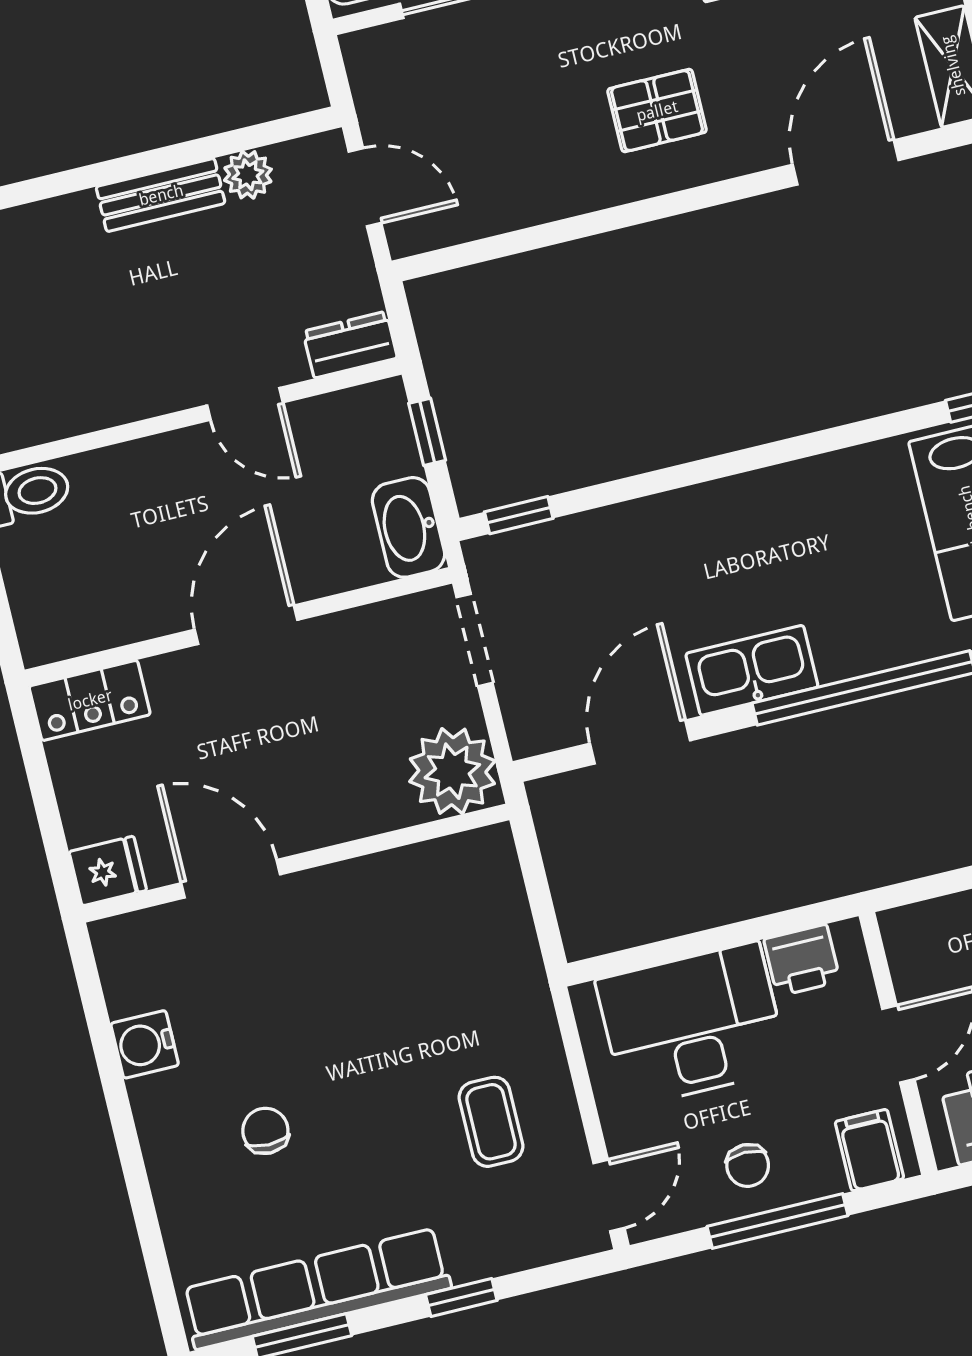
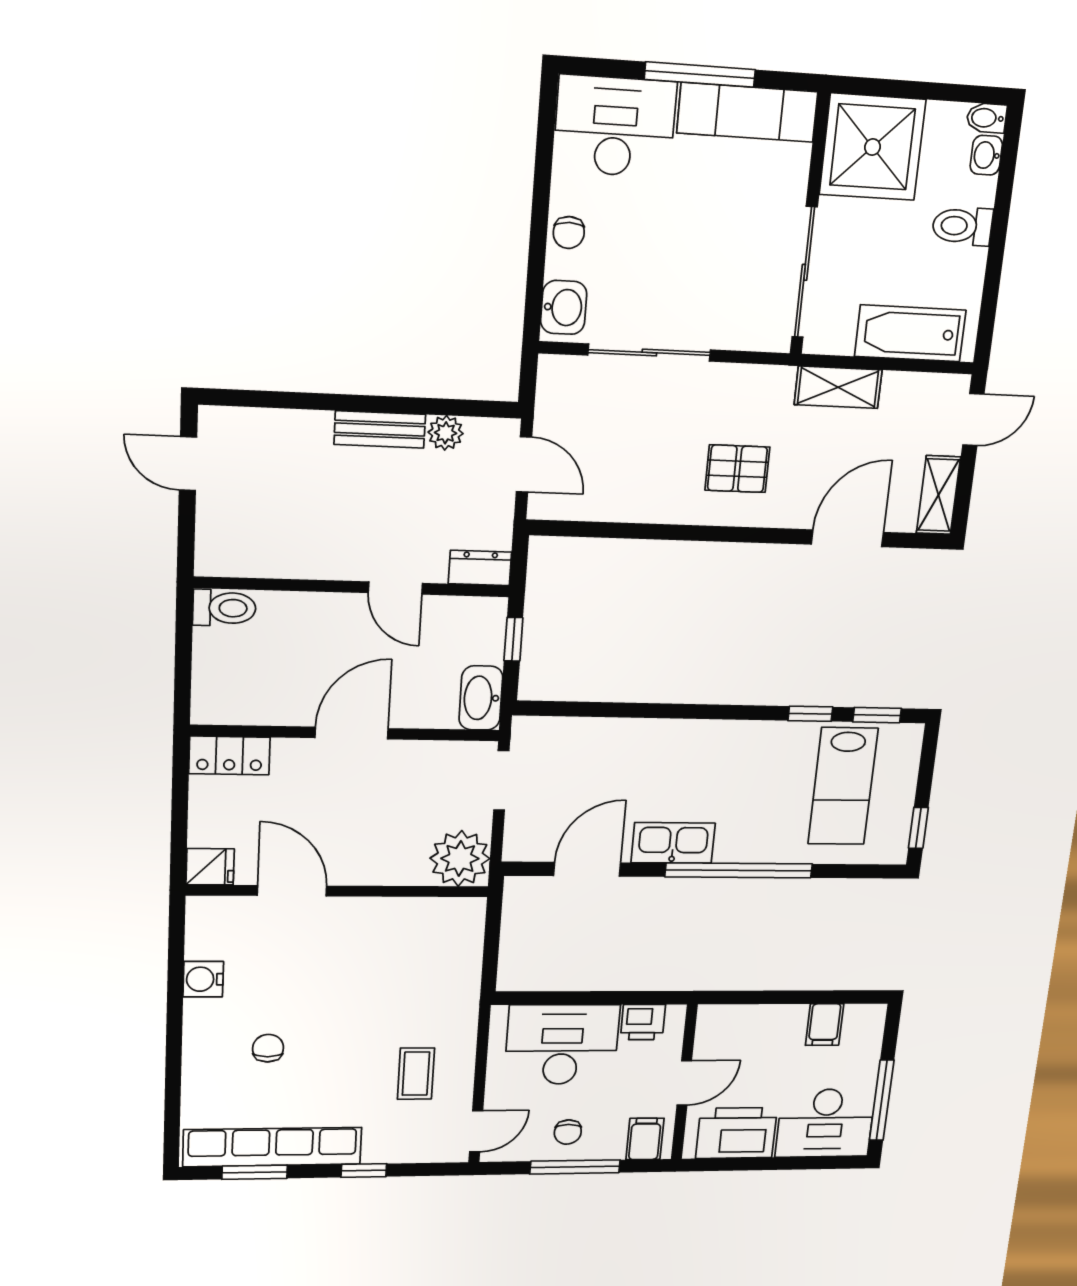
window: (519, 515) -> (810, 714), moved

